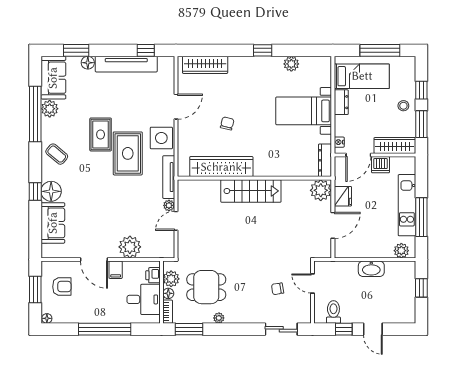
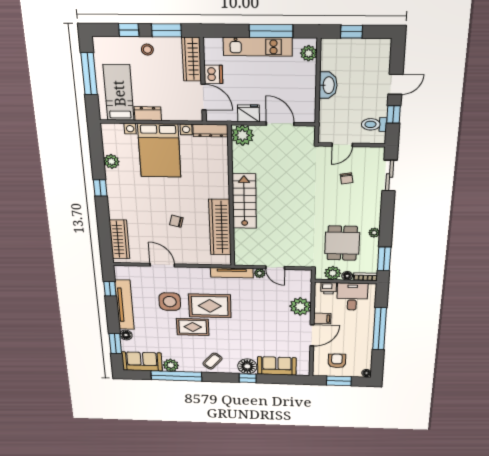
bed with nightstands: (304, 111) -> (159, 151), width x1.36
side table: (161, 138) -> (170, 302), moved
nightstand: (339, 142) -> (191, 116), removed

